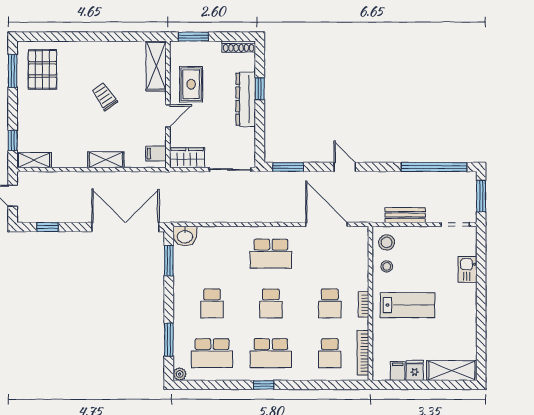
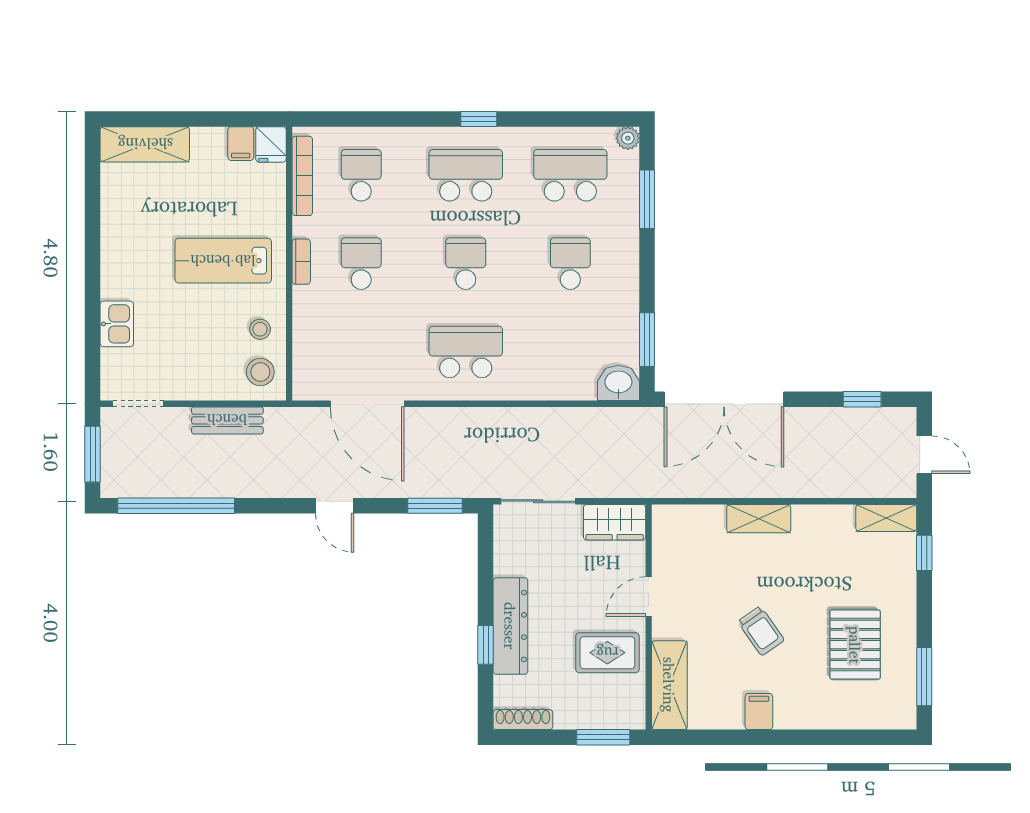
pallet: (42, 69) -> (855, 645), moved
rug: (191, 84) -> (607, 653), turned 90
filing cabinet: (156, 154) -> (759, 712), moved, turned -90
fridge: (415, 371) -> (271, 144), moved

